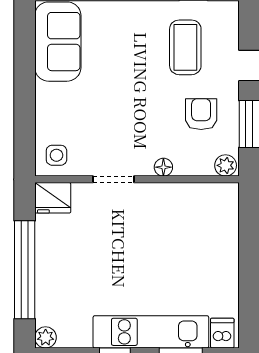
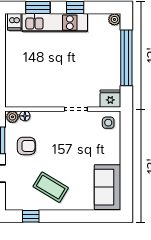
coffee table: (185, 47) -> (51, 187), moved, turned -59
armchair: (201, 114) -> (26, 146), turned -90
floor lamp: (163, 167) -> (25, 116), moved

